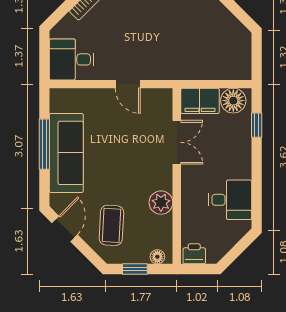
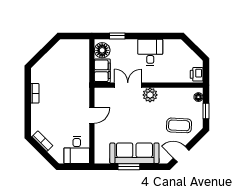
window: (44, 144) -> (129, 167), width x0.69
desk: (230, 200) -> (150, 52), moved
plant: (161, 203) -> (150, 95), moved

